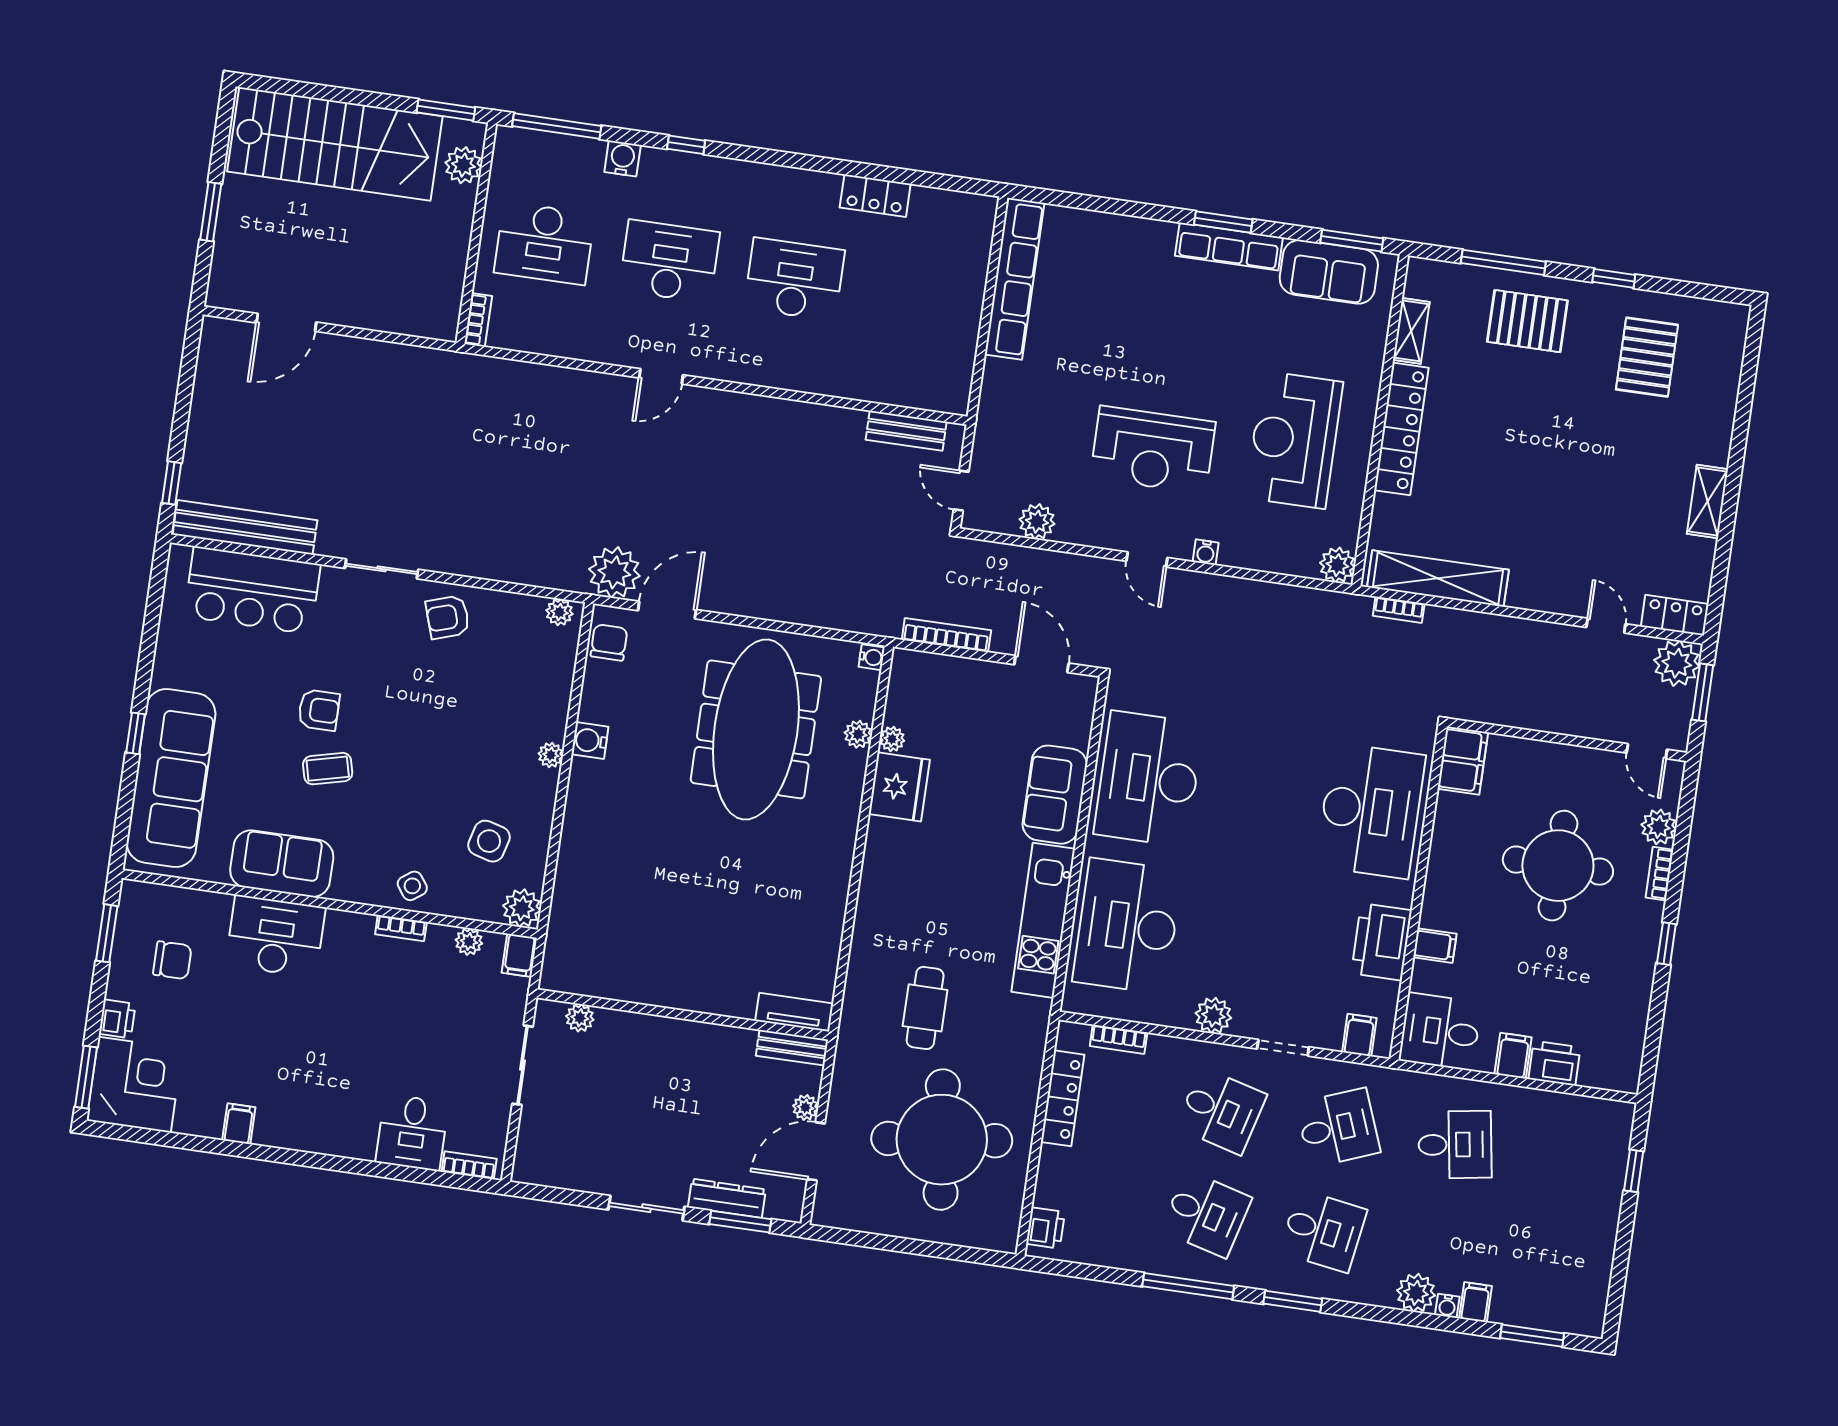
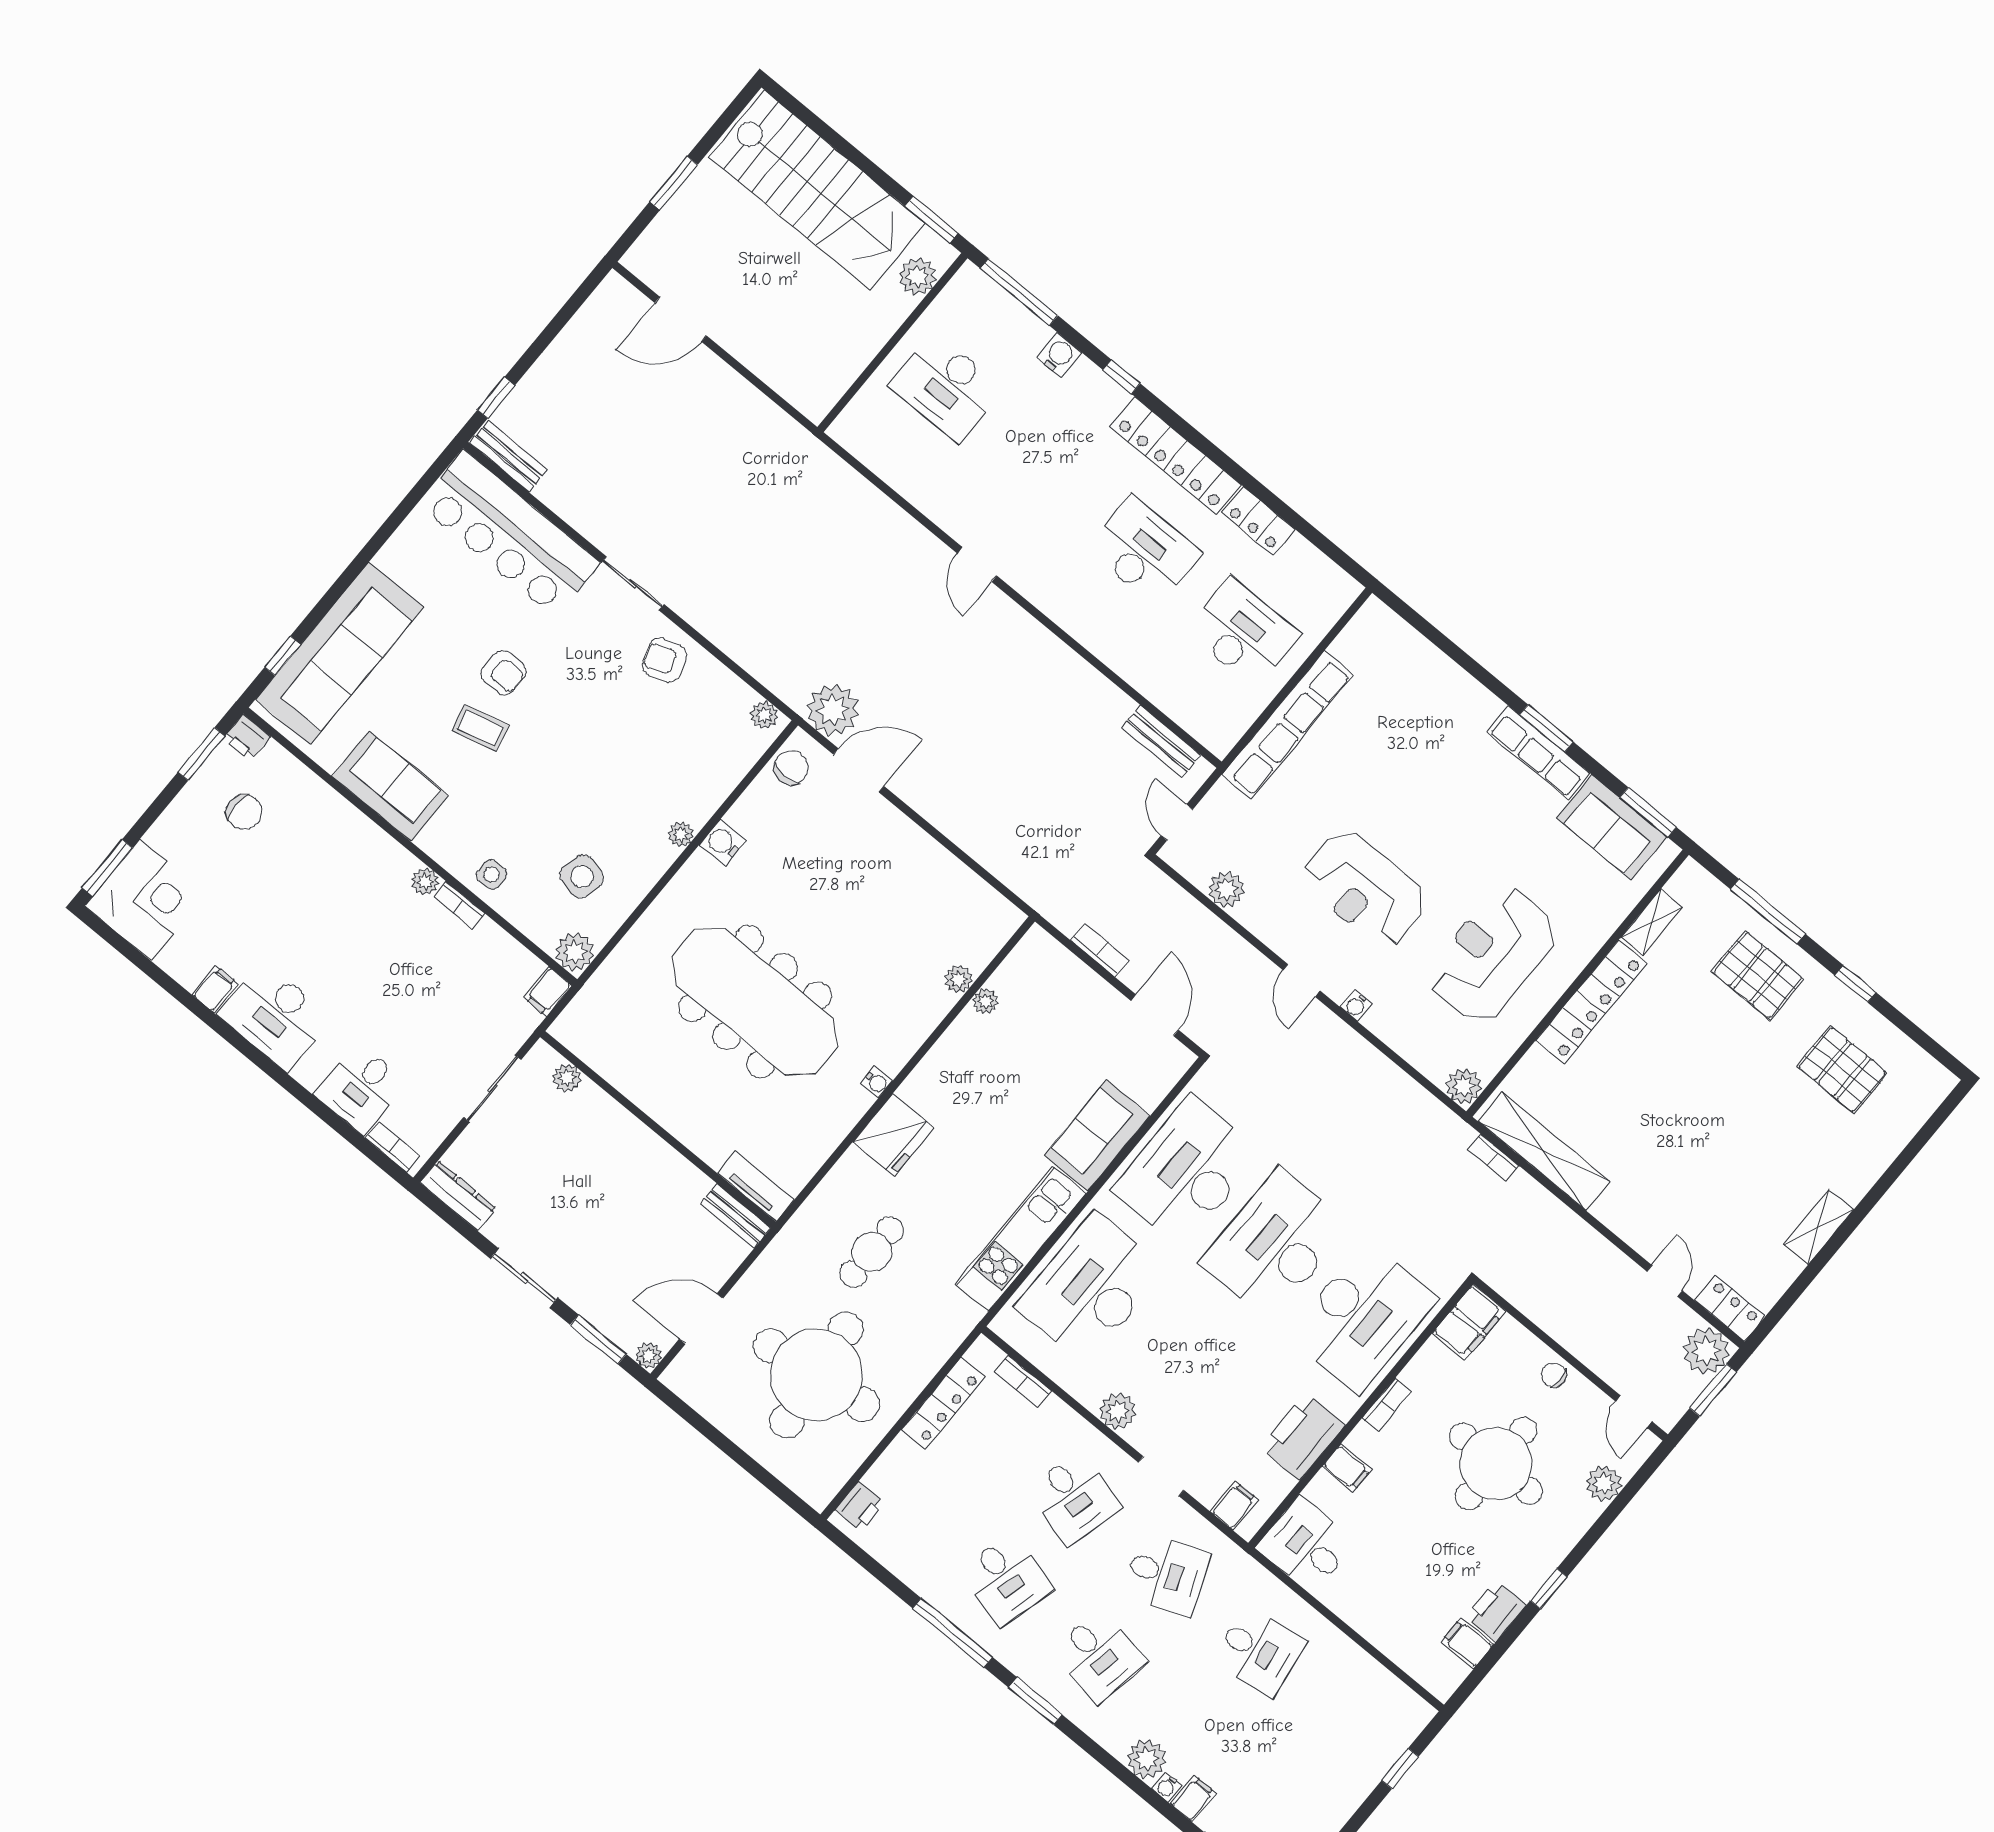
locker: (772, 183) -> (1175, 455), added
desk: (669, 261) -> (1243, 633), moved
row of seats: (1015, 279) -> (1287, 725), moved
bookcase: (478, 320) -> (848, 419), removed
pallet: (1647, 357) -> (1842, 1070), turned 90
door: (661, 376) -> (977, 564), hinge flipped
bench: (245, 527) -> (509, 456), width x0.54, depth x0.82
bar counter: (252, 590) -> (509, 534), width x1.36
bookcase: (946, 635) -> (1100, 950), width x0.64
water cooler: (872, 657) -> (876, 1082), moved
meeting table: (756, 729) -> (755, 1002), moved, turned 90
window: (136, 733) -> (283, 656), moved
chair: (1561, 761) -> (1554, 1375), added
fridge: (899, 787) -> (893, 1135), moved
desk: (1260, 795) -> (1275, 1244), added
bookcase: (1659, 874) -> (1386, 1405), moved, turned 180
side table: (412, 886) -> (492, 875), turned 36
desk: (276, 936) -> (275, 1016), moved, turned 180
plant: (469, 942) -> (425, 882), moved
printer: (117, 1019) -> (247, 738), moved, turned 90
filing cabinet: (1513, 1056) -> (1467, 1643), moved, turned -90
printer: (1554, 1063) -> (1496, 1611), moved, turned -90
plant: (805, 1107) -> (649, 1356), moved
dresser: (727, 1198) -> (458, 1196), moved

